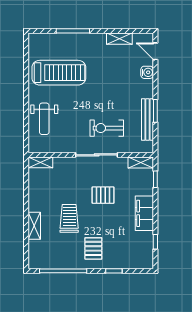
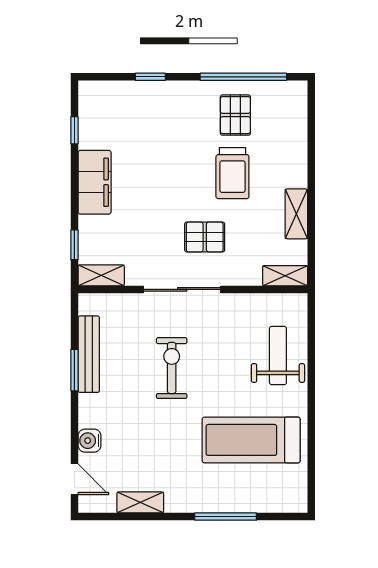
exercise bike: (107, 128) -> (172, 368), moved, turned -90
pallet: (103, 195) -> (205, 237), moved
shelving: (34, 226) -> (296, 214), moved
pallet: (93, 248) -> (235, 115), moved

